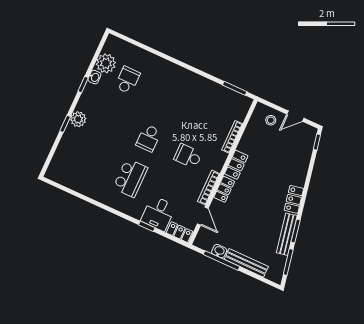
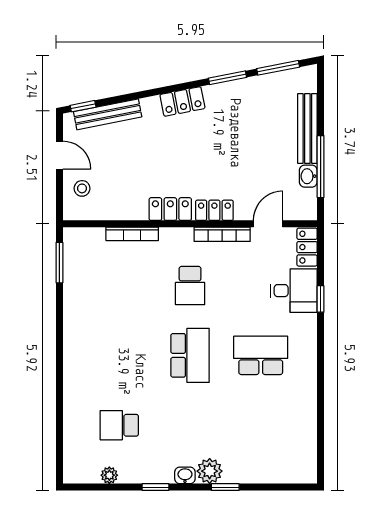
plant: (106, 63) -> (109, 475), width x0.53, depth x0.53
washbasin: (94, 77) -> (185, 475), moved
school desk: (149, 138) -> (190, 355), width x1.85
bench: (287, 234) -> (108, 114), moved

